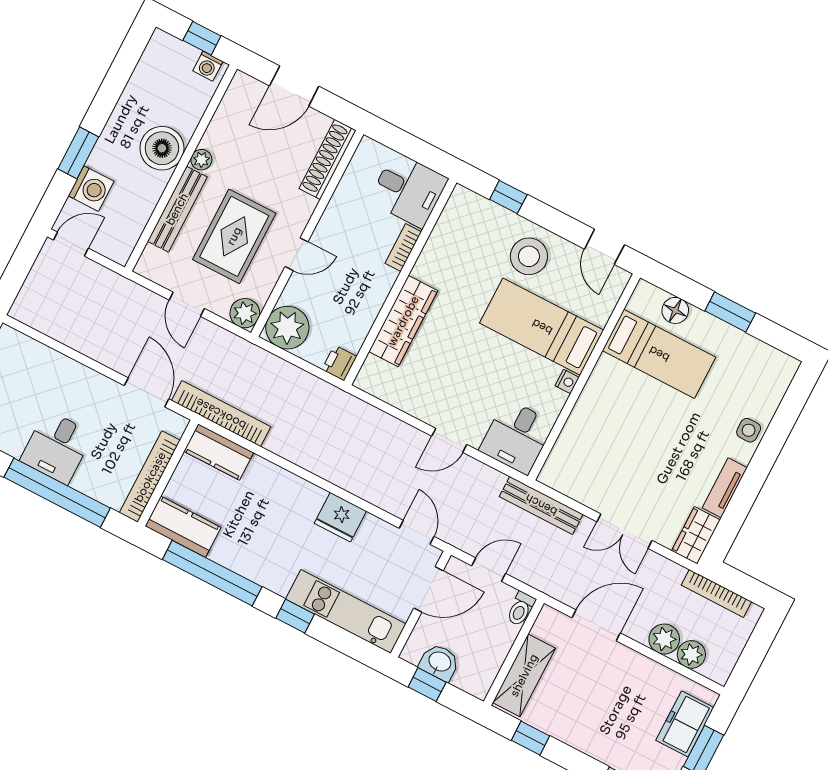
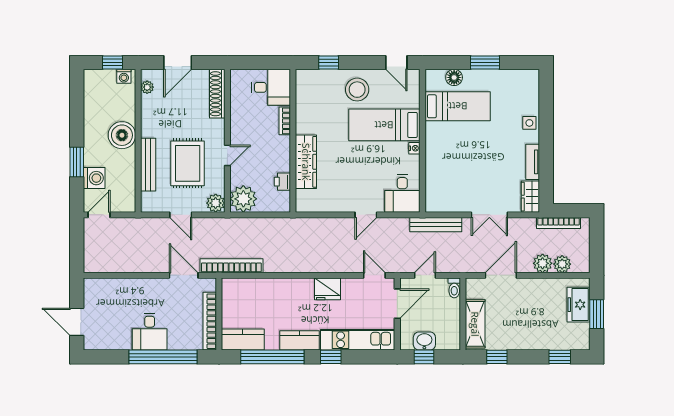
plant: (201, 160) -> (147, 87), moved
printer: (339, 363) -> (282, 182), moved
kitchen counter: (219, 452) -> (300, 340), moved, turned 180

